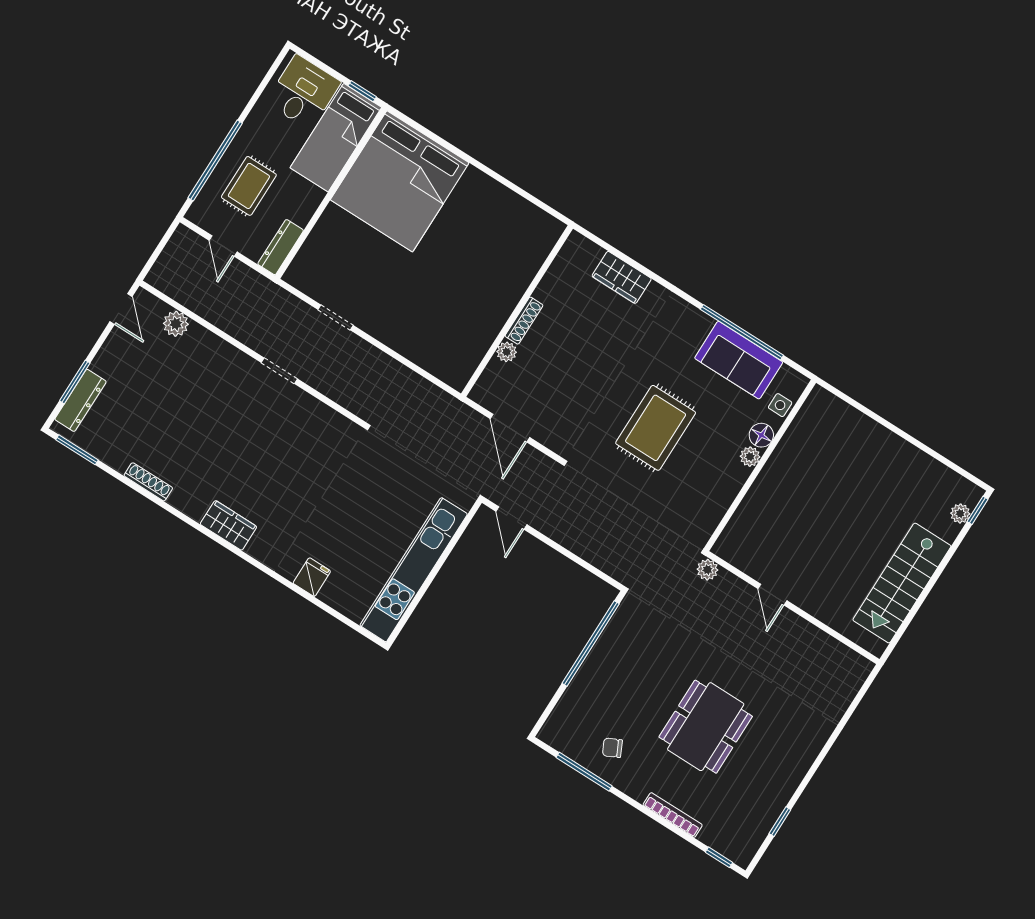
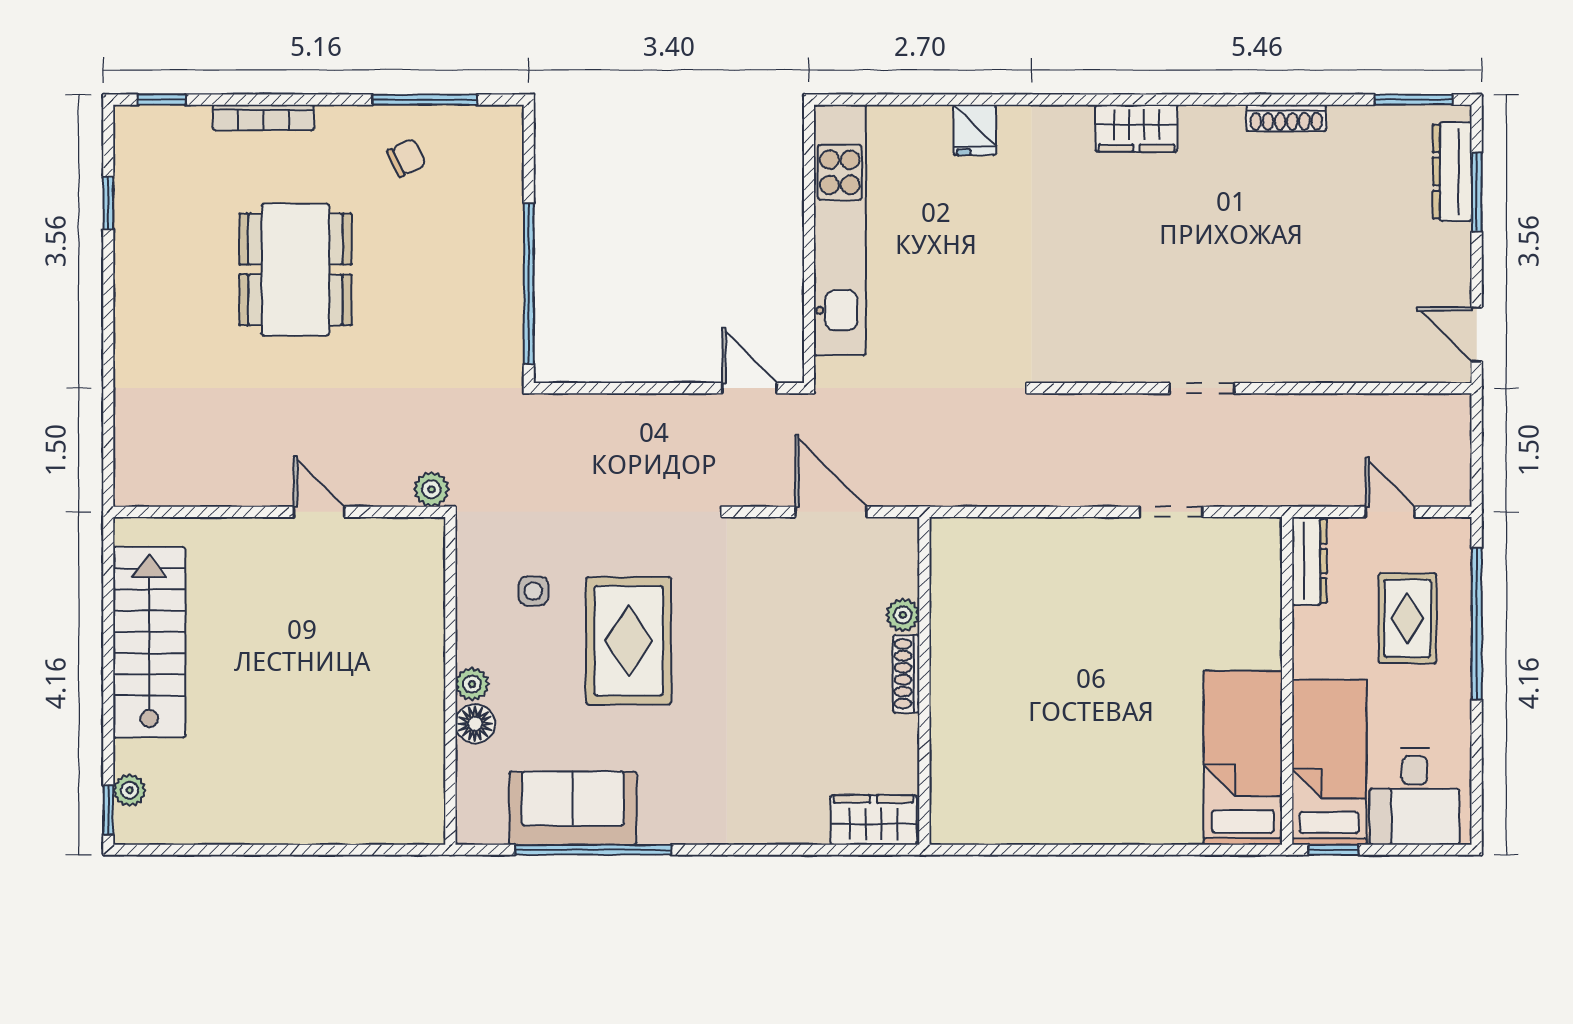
bed: (400, 181) -> (1243, 758), width x0.49
wardrobe: (622, 277) -> (874, 820), moved
plant: (176, 324) -> (1387, 362), removed
side table: (780, 405) -> (533, 591), moved

